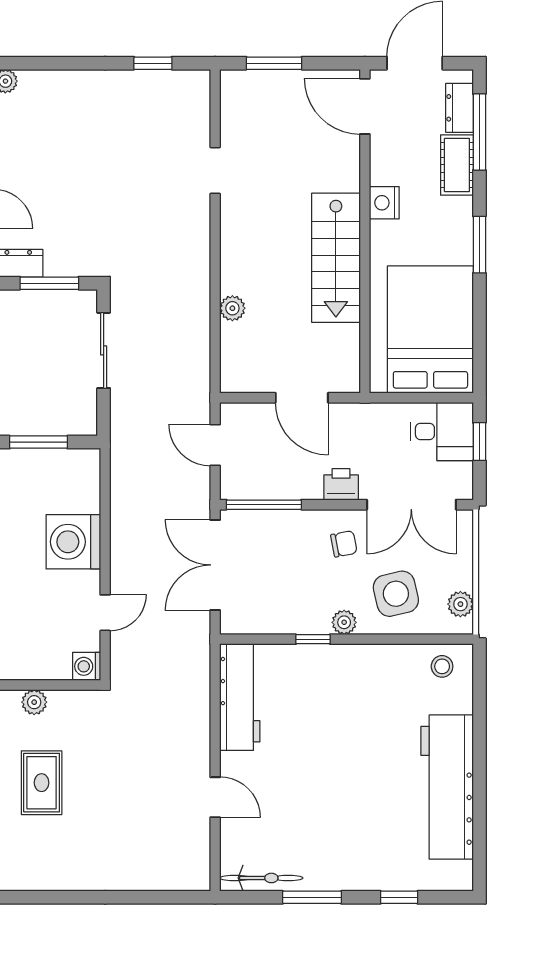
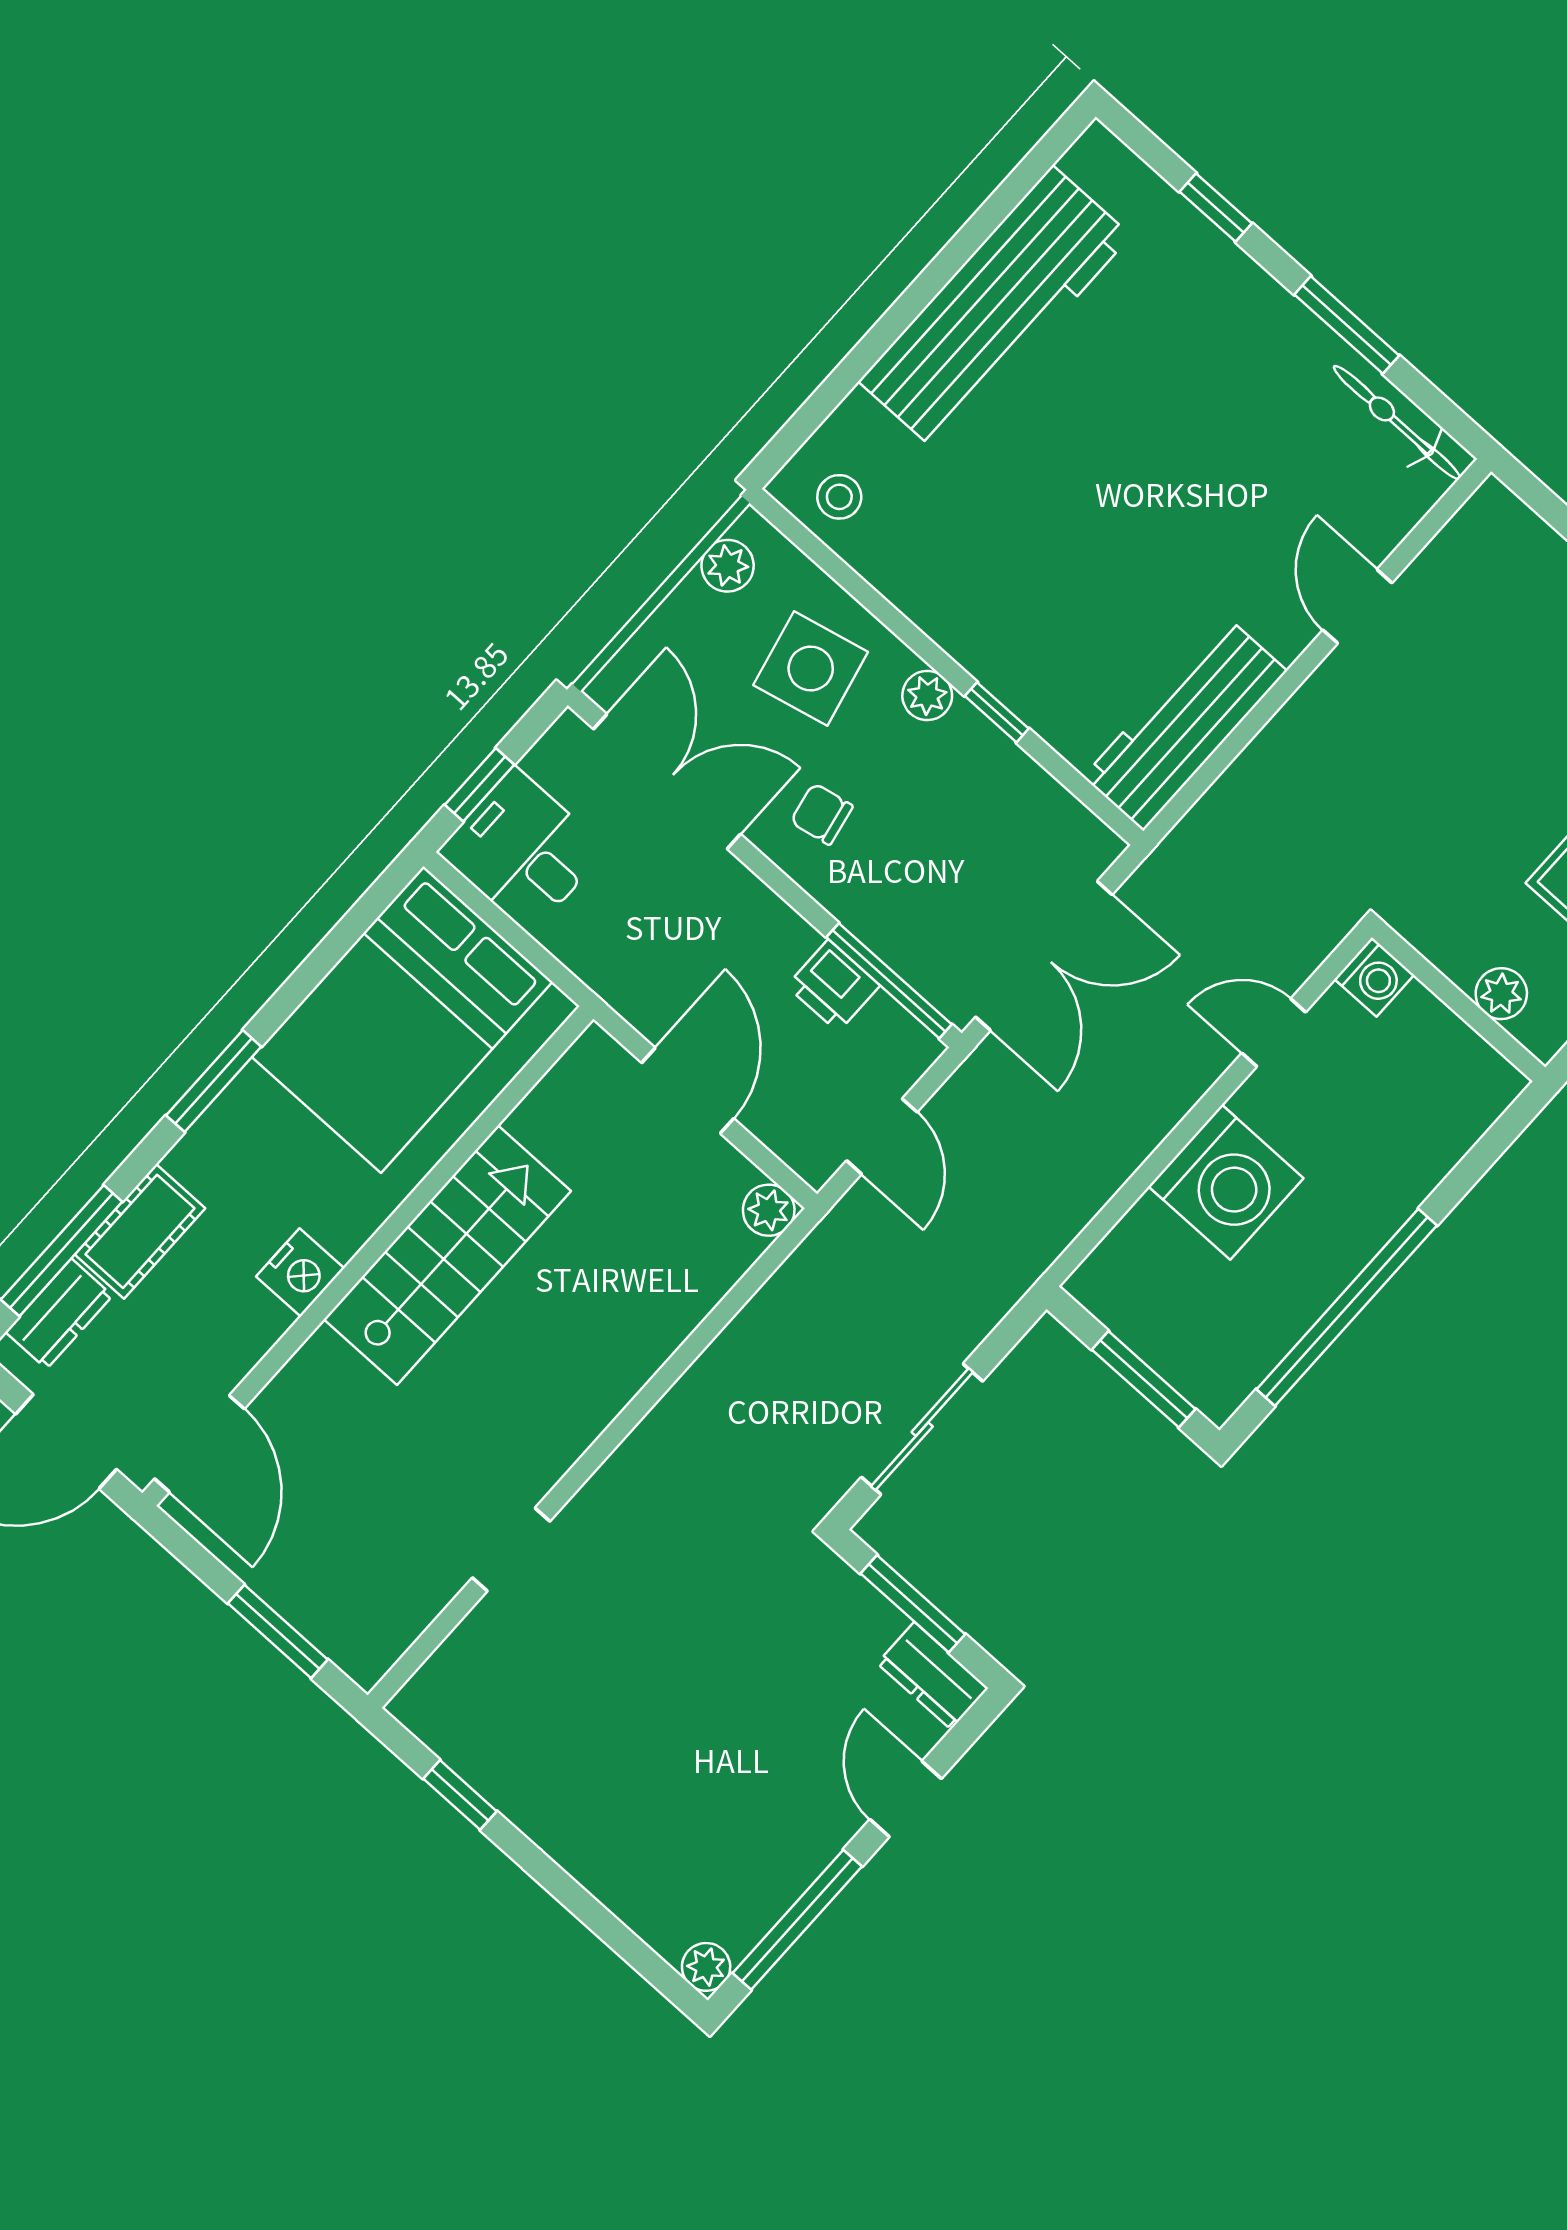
plant: (232, 308) -> (769, 1210), moved
printer: (341, 484) -> (833, 986), moved

